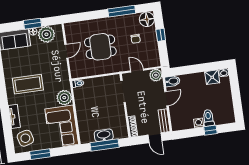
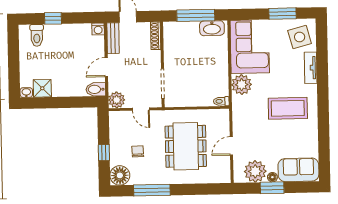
dining table: (100, 47) -> (186, 146), width x1.38
toilet: (208, 118) -> (37, 35), moved
washing machine: (199, 123) -> (98, 29), moved
washbasin: (104, 135) -> (212, 28), moved

